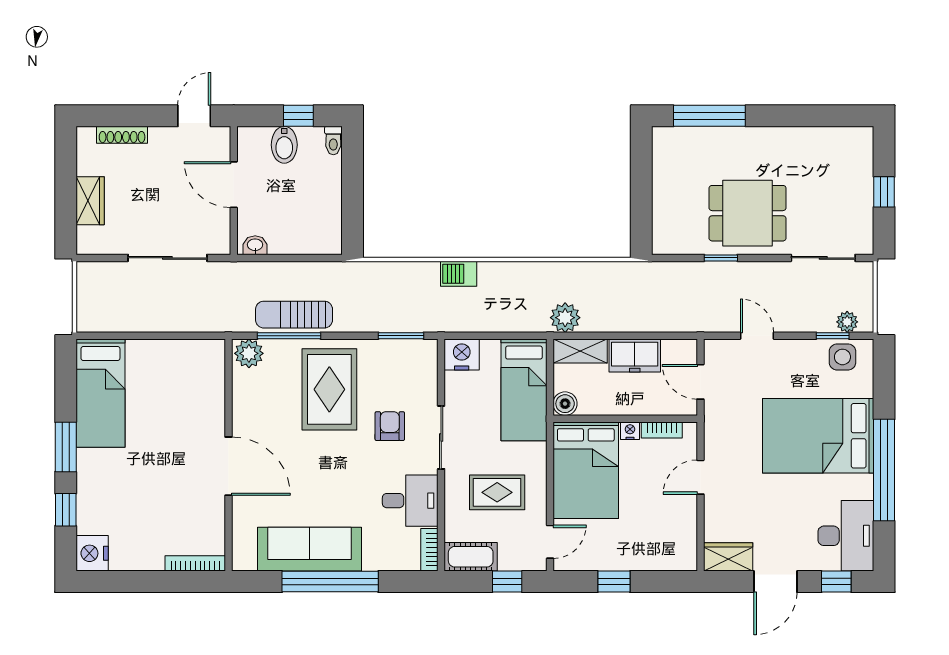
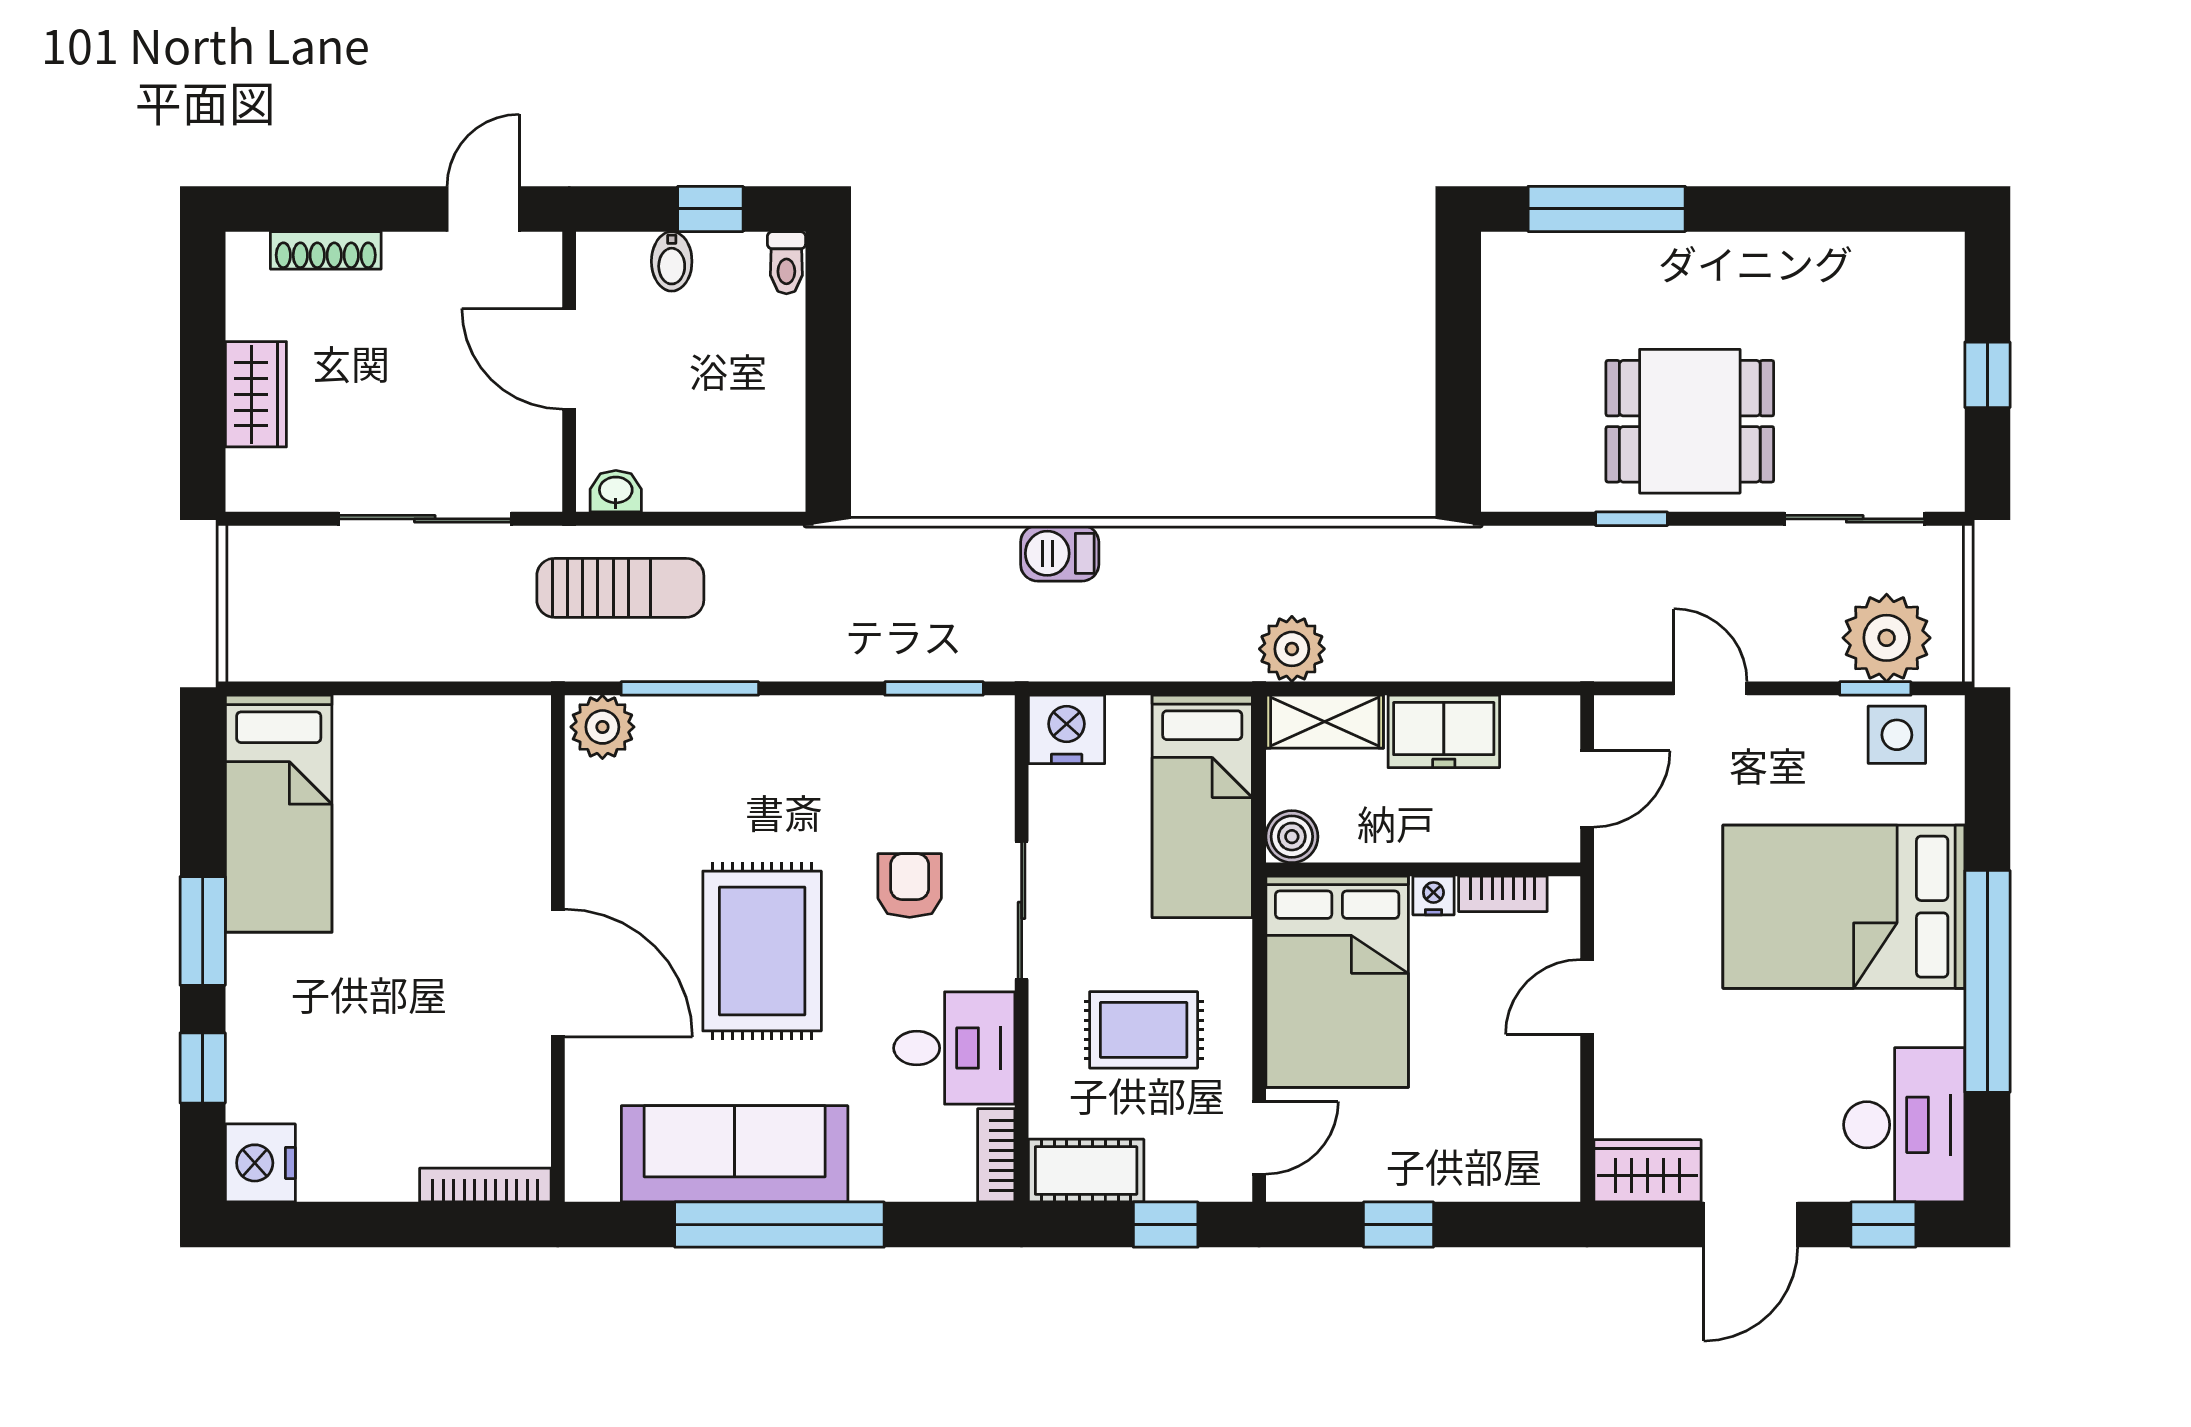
bidet: (284, 145) -> (672, 261), width x0.72, depth x0.74
sun lounger: (294, 315) -> (620, 588), moved, turned 180
plant: (847, 322) -> (1887, 638), width x1.87, depth x1.87
door: (700, 382) -> (1587, 789), swing flipped
rug: (329, 389) -> (762, 951), moved

